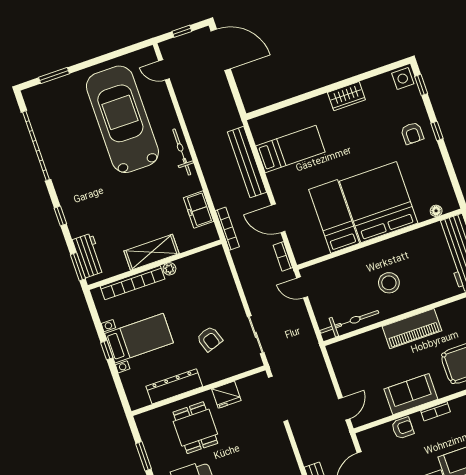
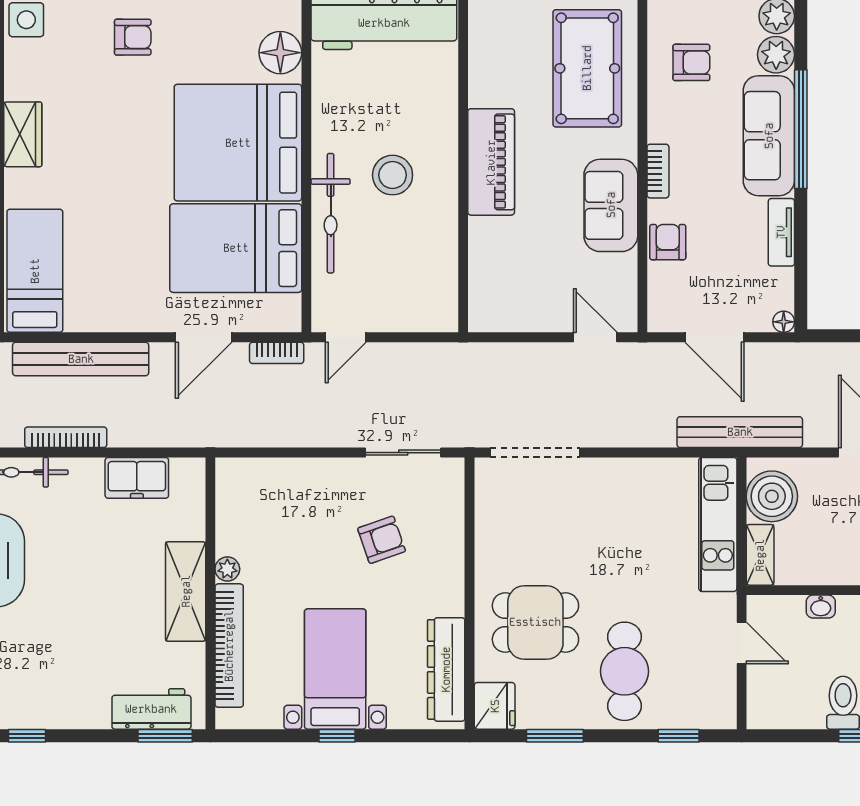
bed: (290, 149) -> (35, 271), moved
floor lamp: (436, 211) -> (280, 53), width x1.89, depth x1.89
window: (60, 216) -> (27, 736), moved
bed: (334, 216) -> (236, 248), width x1.50
bookcase: (227, 229) -> (66, 437), moved
bicycle: (349, 322) -> (331, 213), moved, turned 180
dresser: (174, 386) -> (446, 669), moved
fridge: (226, 395) -> (495, 706), moved

